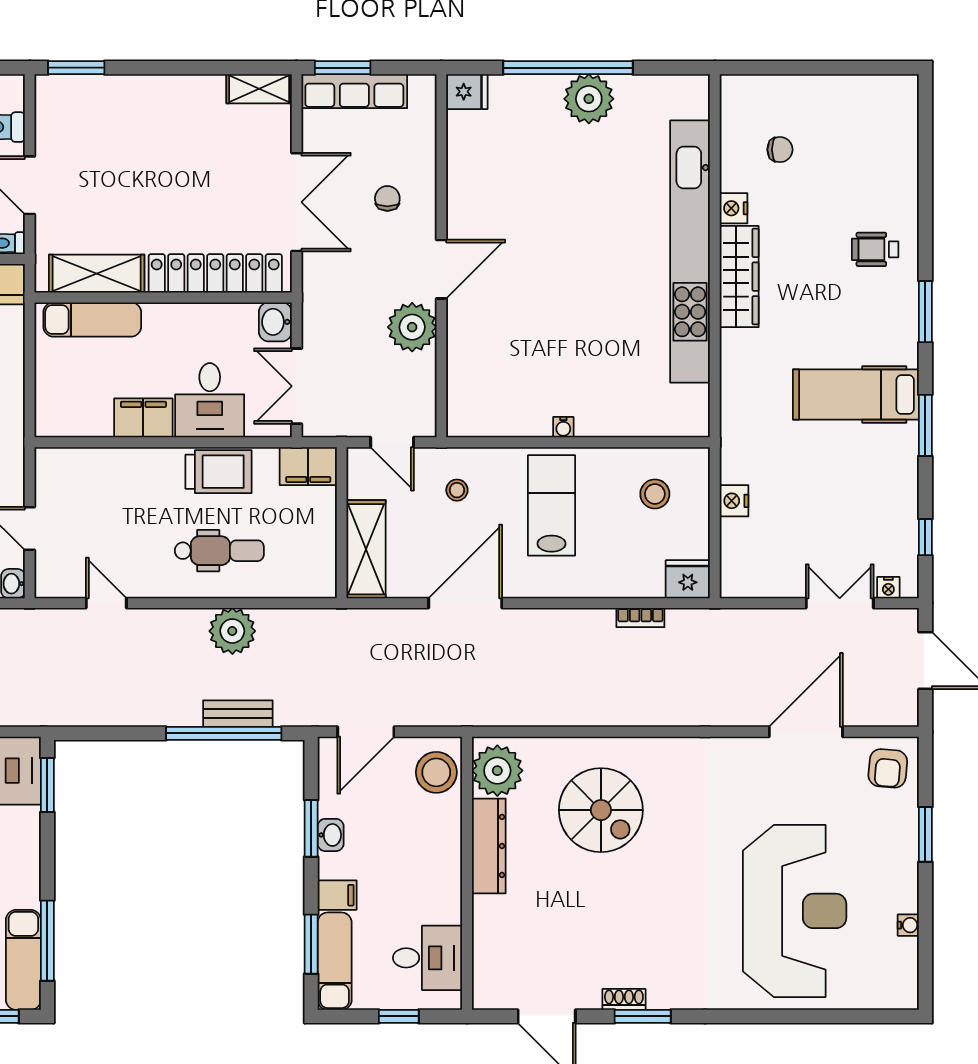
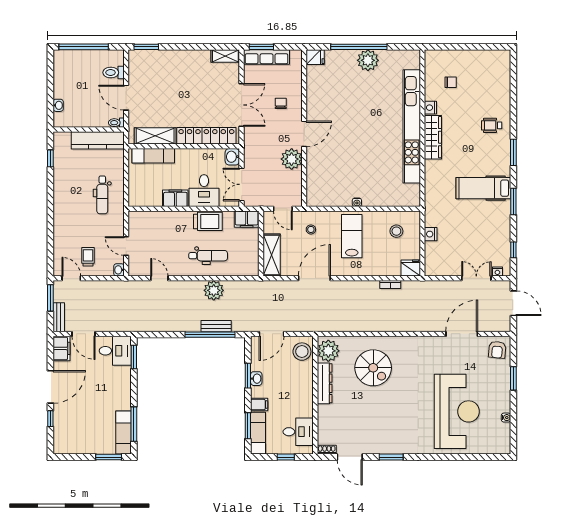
shoe rack: (624, 999) -> (327, 450), moved

